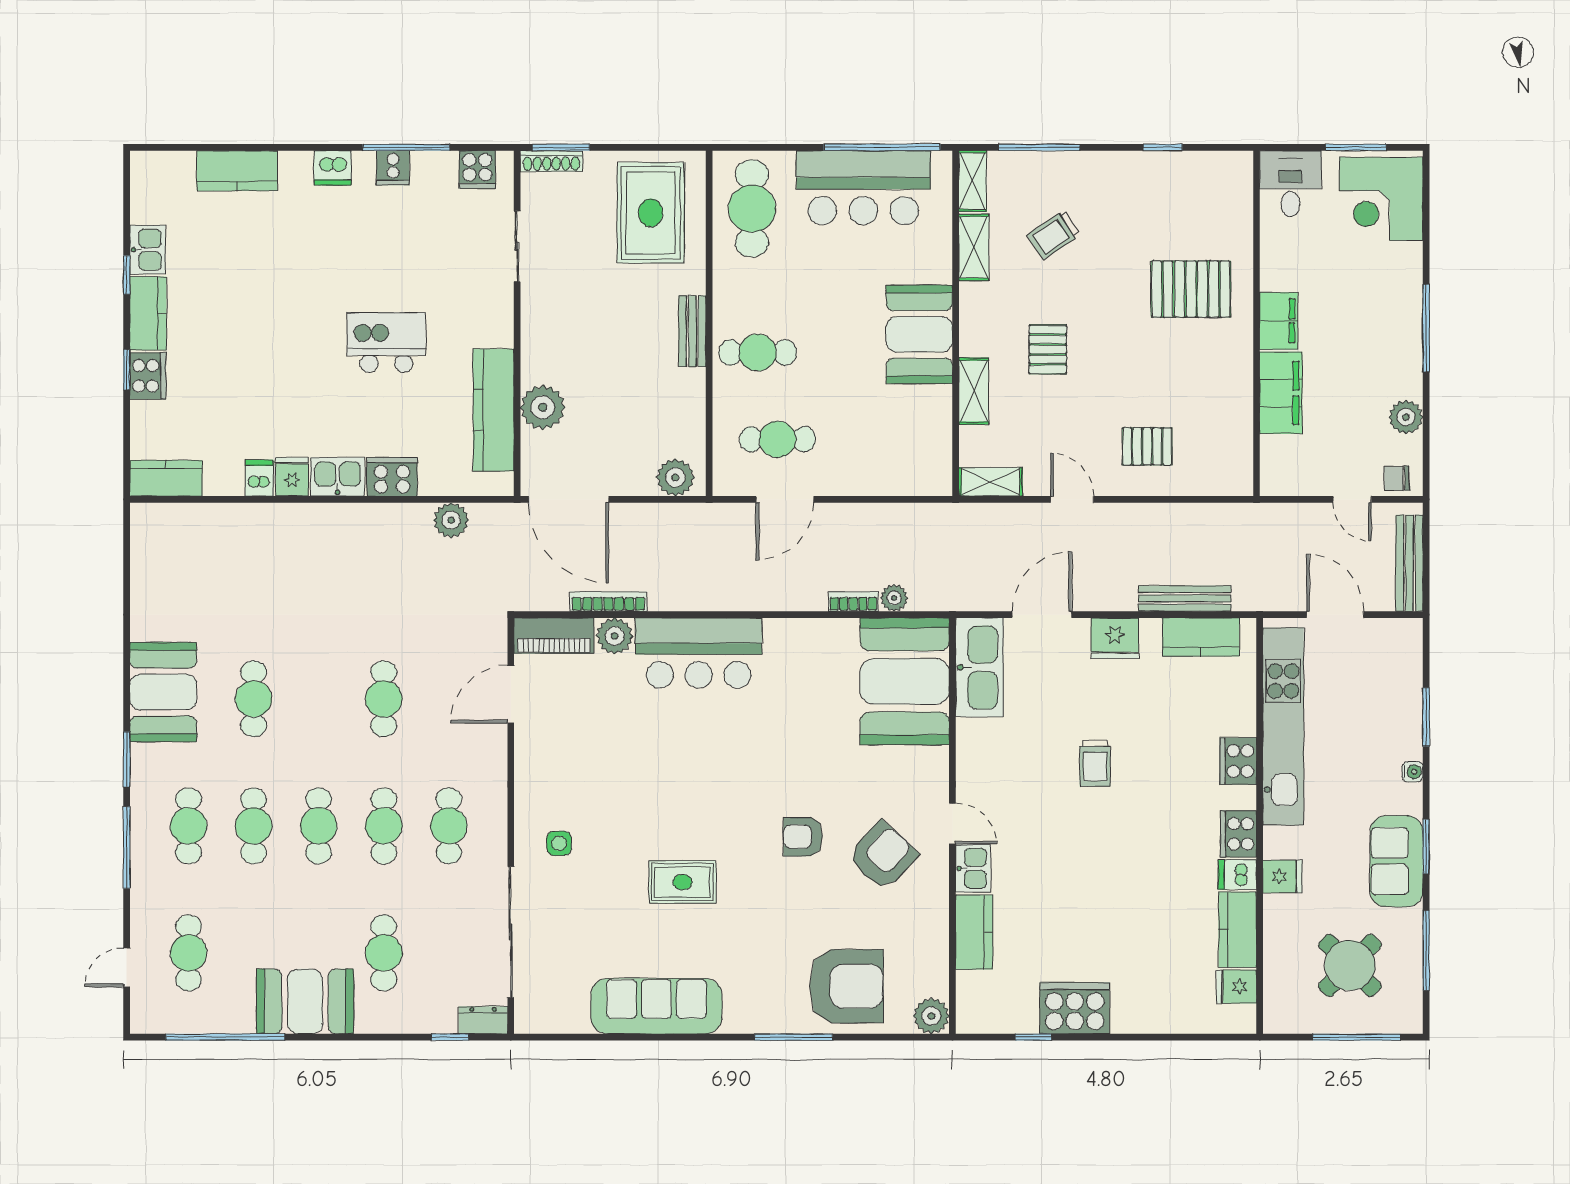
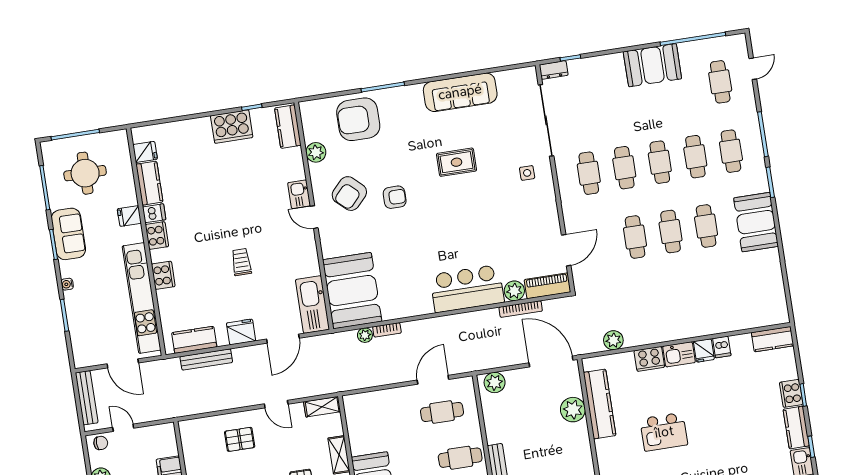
kitchen counter: (974, 932) -> (288, 127), moved
cafe table: (384, 953) -> (671, 232), moved
round table: (1350, 965) -> (85, 173), turned 45
plant: (931, 1016) -> (316, 152), moved

